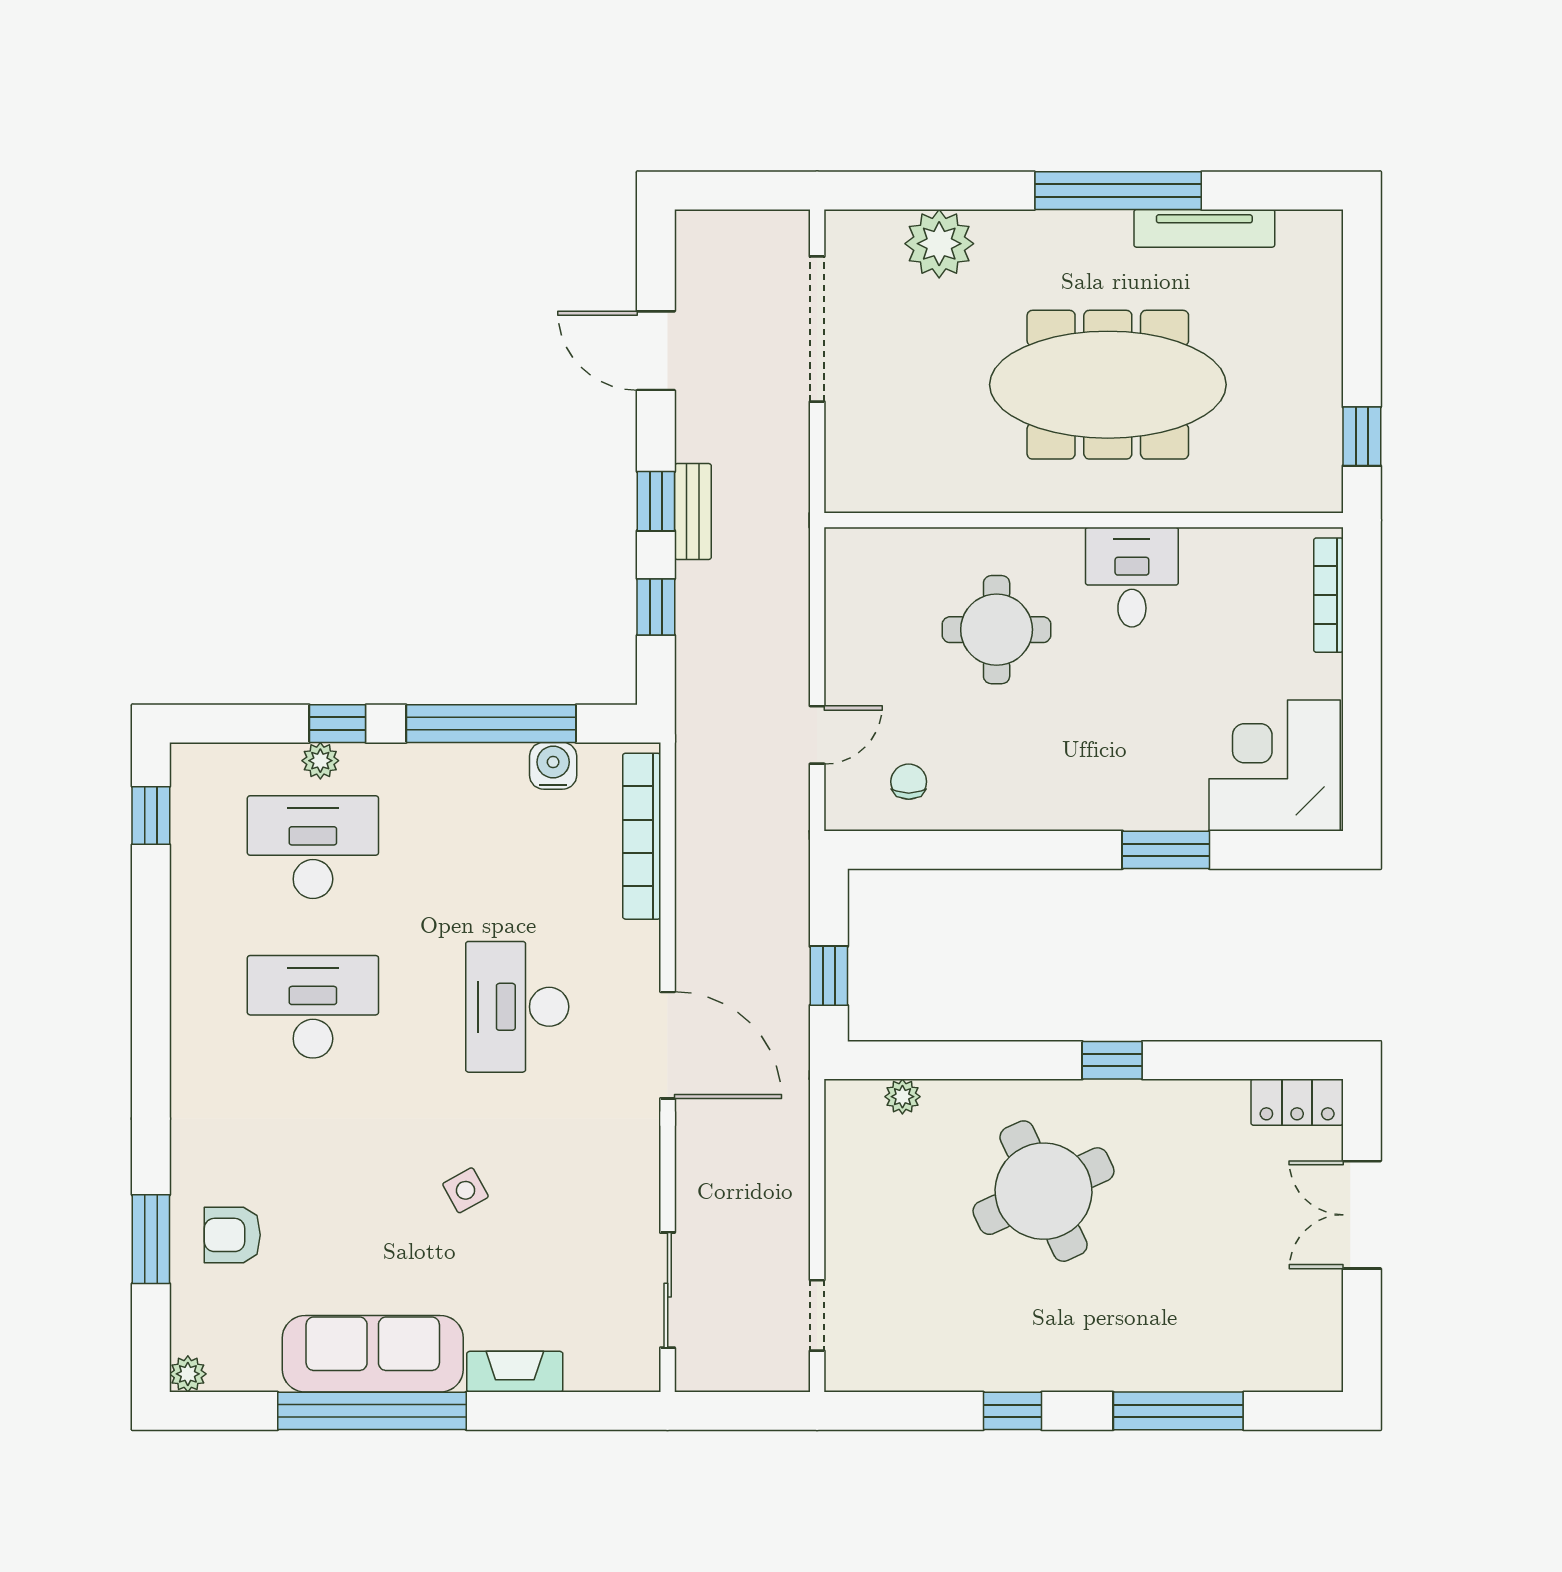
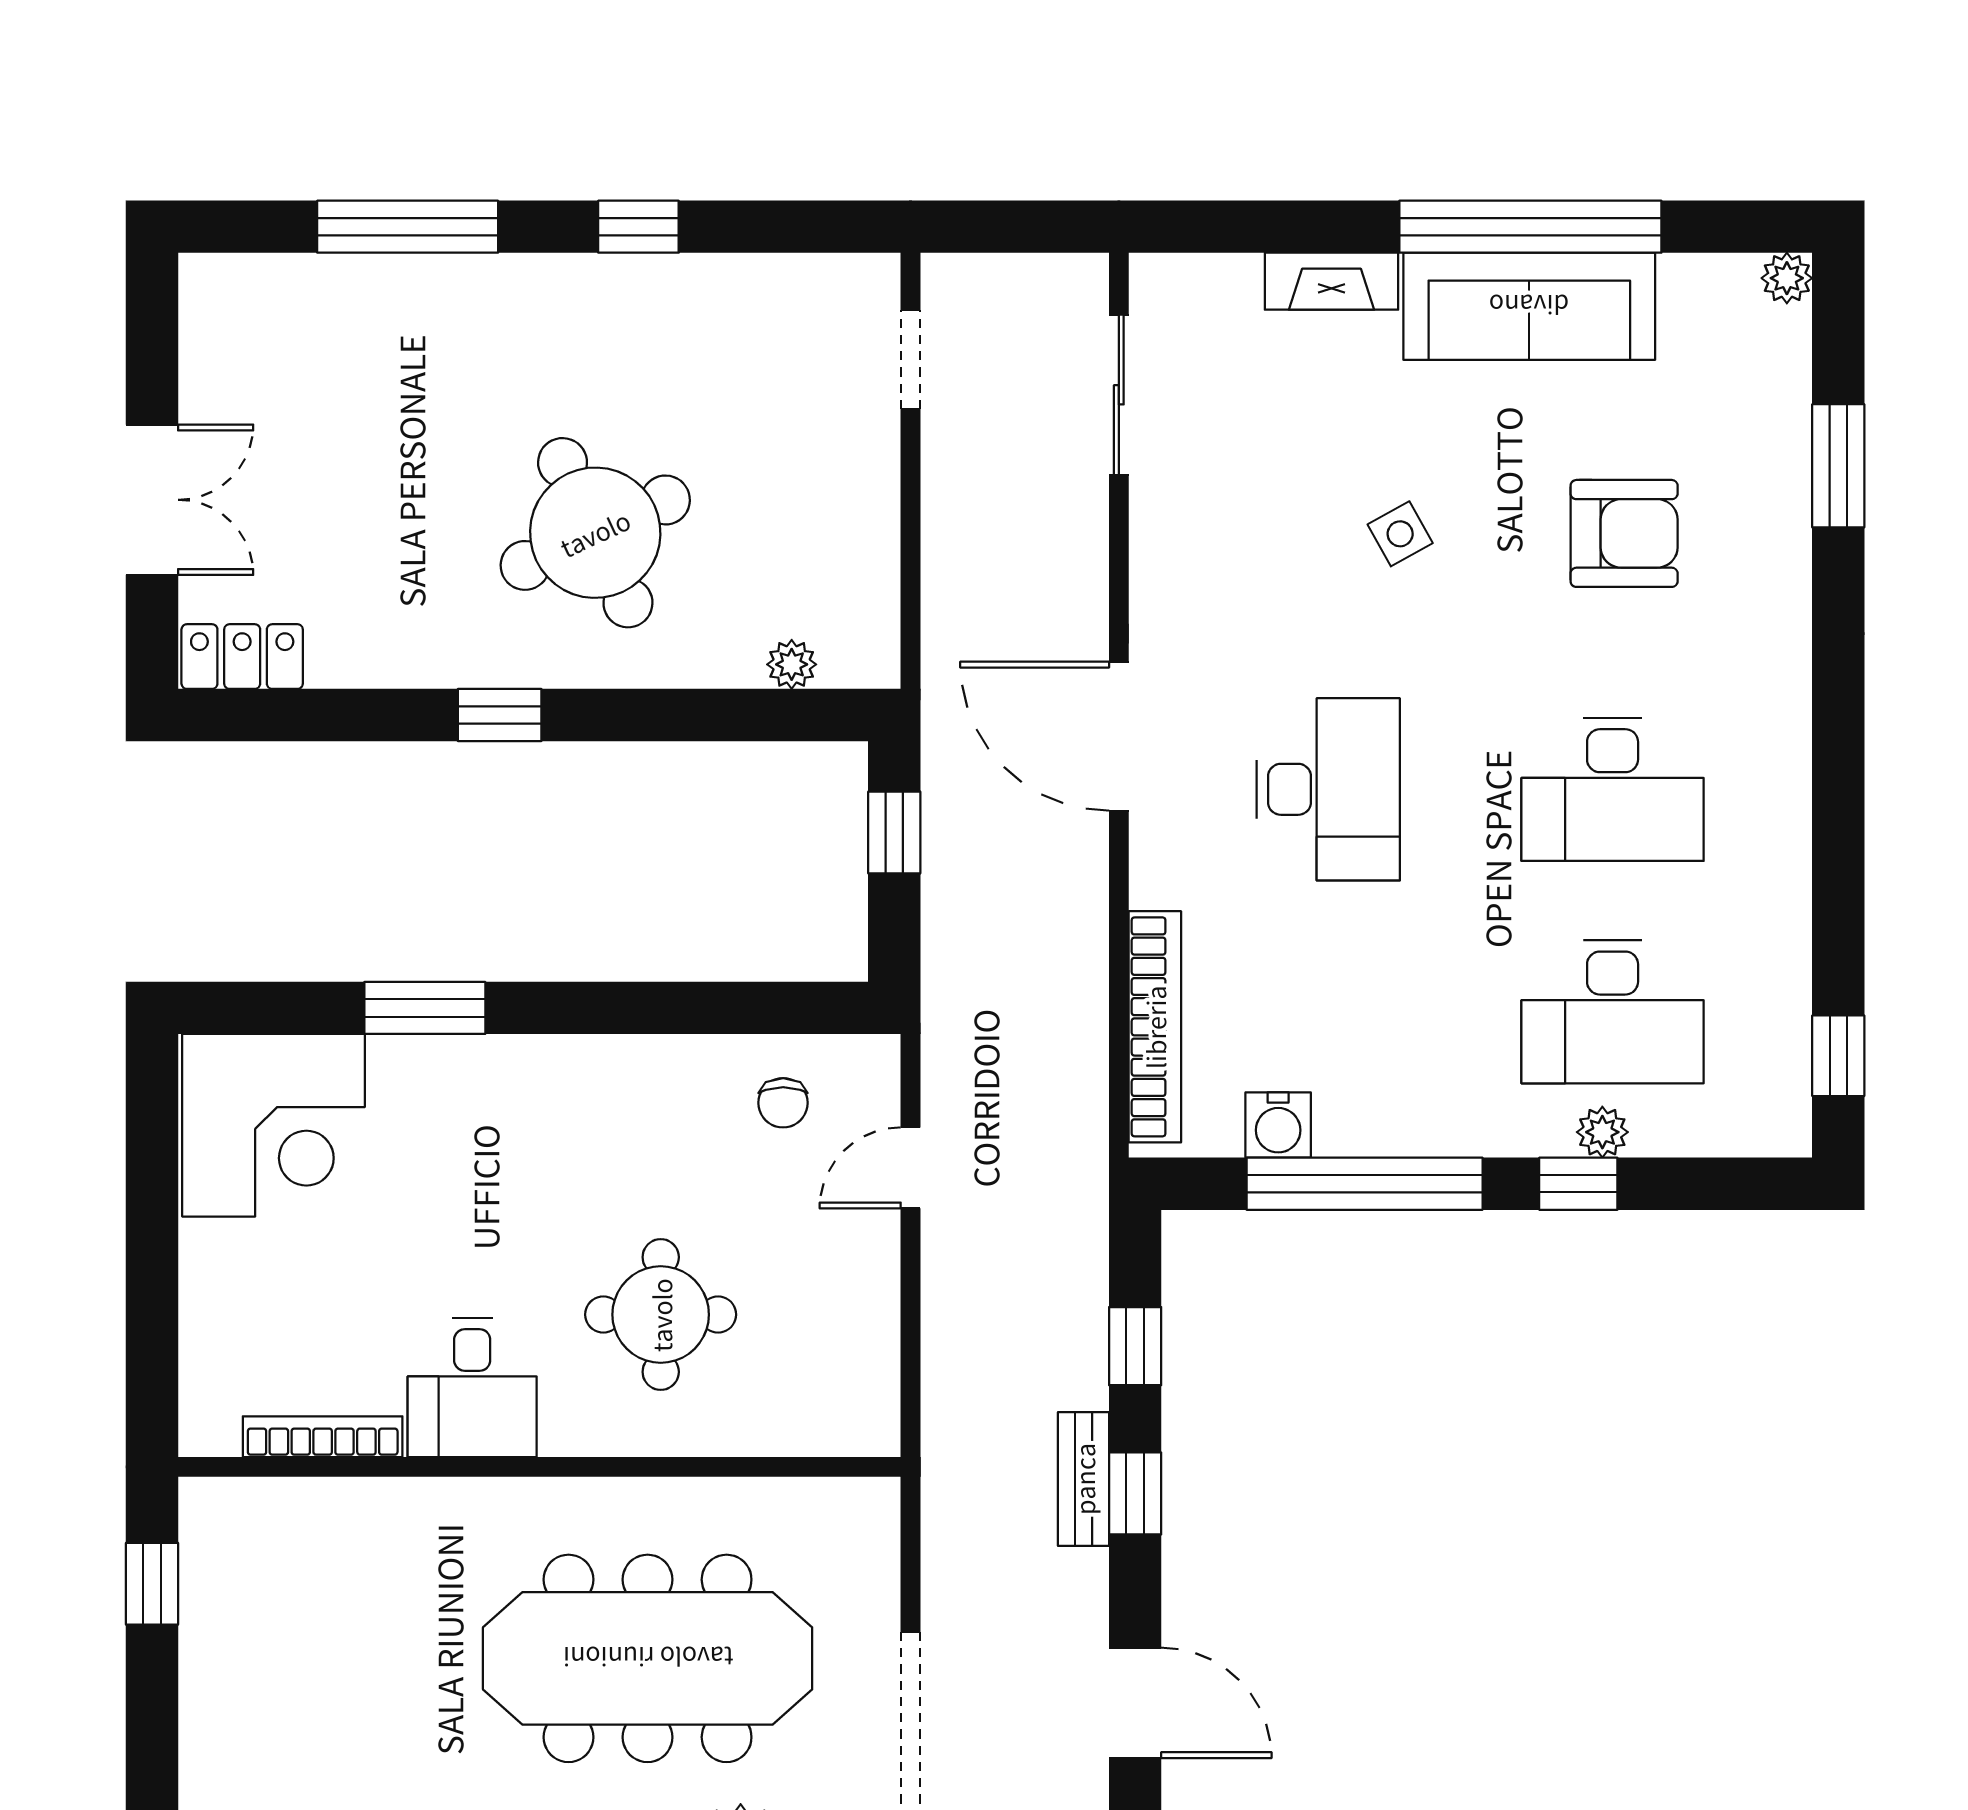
meeting table: (1108, 385) -> (648, 1658), moved
bookcase: (1328, 595) -> (323, 1437), moved, turned -90
armchair: (232, 1235) -> (1624, 533), moved, width x1.38, depth x1.38

